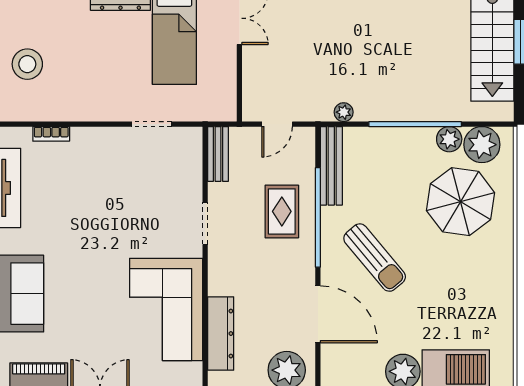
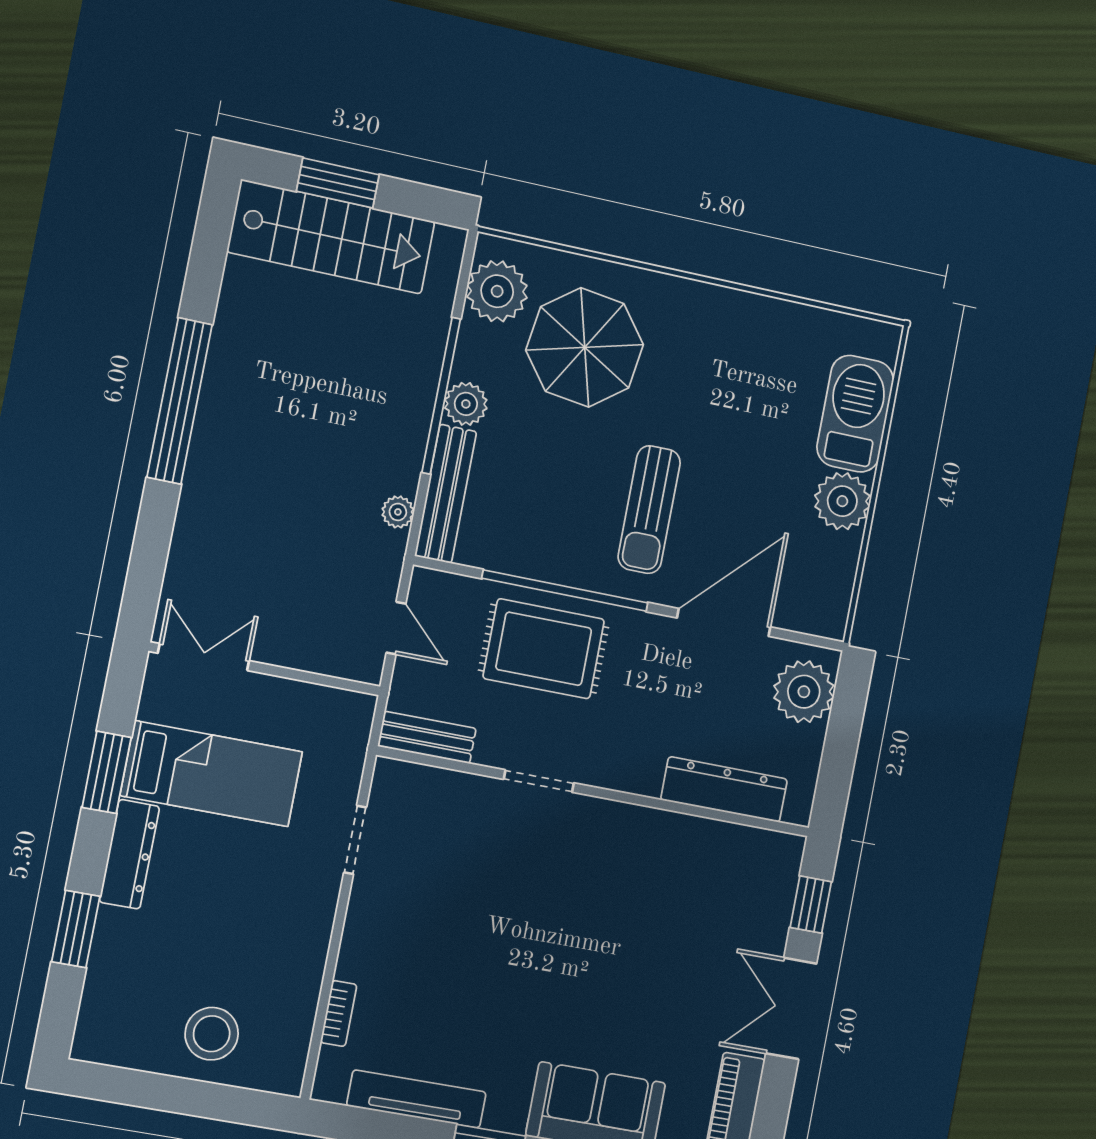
plant: (449, 139) -> (466, 404), moved
bench: (331, 166) -> (446, 494), moved, turned 90
rug: (282, 211) -> (544, 649), width x1.36, depth x1.43
sun lounger: (375, 258) -> (649, 510), turned 130
corner sofa: (166, 309) -> (668, 873), removed

